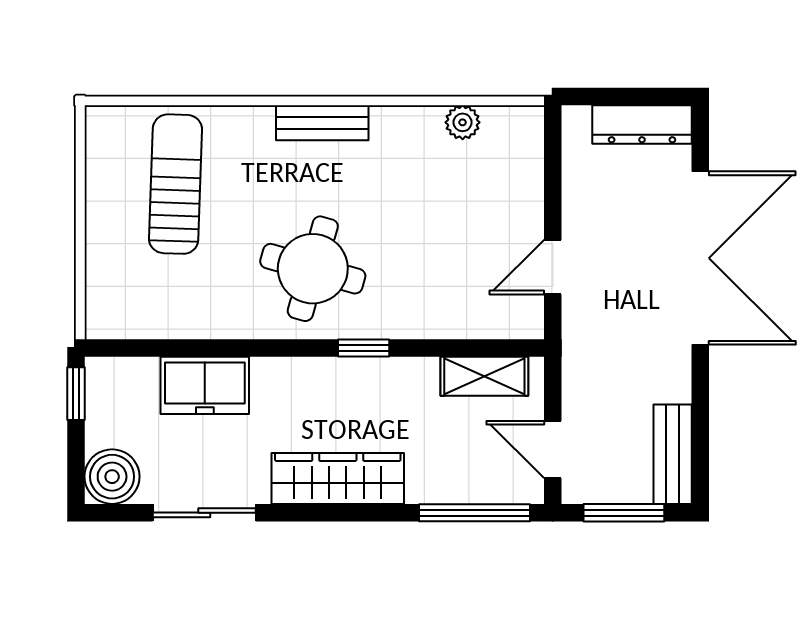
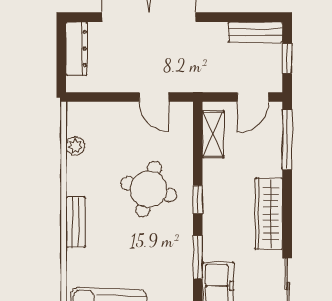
round table: (313, 269) -> (149, 189), moved
window: (257, 348) -> (198, 257), added
window: (624, 513) -> (287, 58), width x0.67

